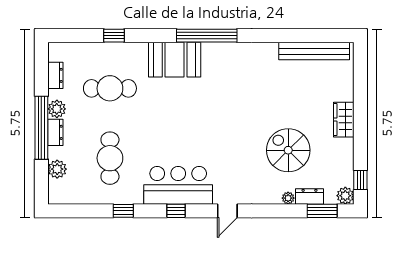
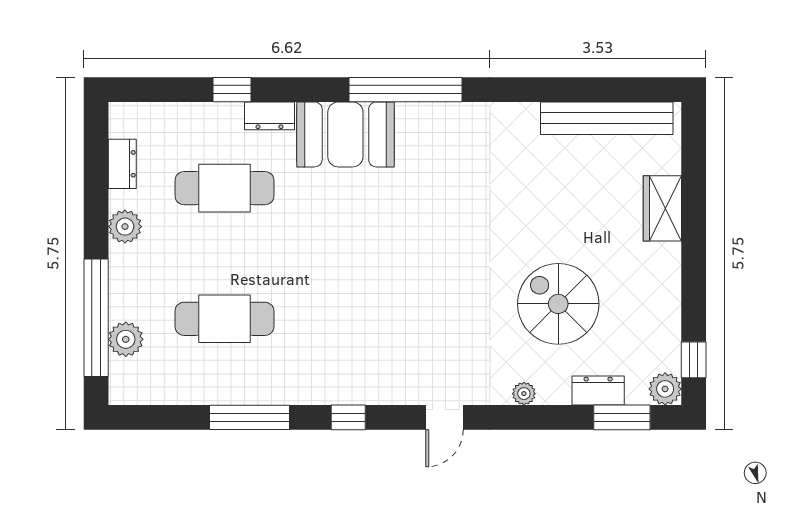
wardrobe: (344, 120) -> (662, 208), moved
window: (41, 128) -> (96, 318), moved
dresser: (55, 132) -> (269, 116), moved, turned 90
cafe table: (110, 158) -> (224, 319), turned 90
bar counter: (178, 185) -> (352, 370), removed
plant: (288, 198) -> (524, 394), moved
window: (123, 211) -> (249, 417), width x2.17

